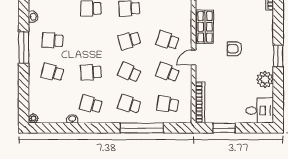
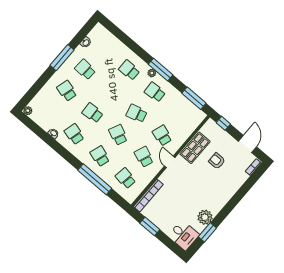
armchair: (235, 49) -> (217, 161), moved
window: (278, 56) -> (207, 232), moved
door: (194, 58) -> (170, 162), hinge flipped

